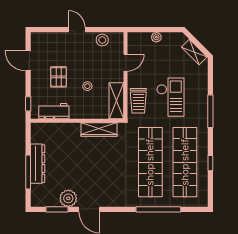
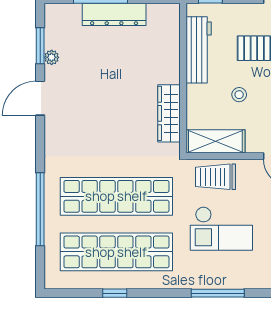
workbench: (54, 111) -> (199, 50), width x1.38
window: (210, 111) -> (218, 293), moved
plant: (68, 198) -> (52, 57), width x0.53, depth x0.53

